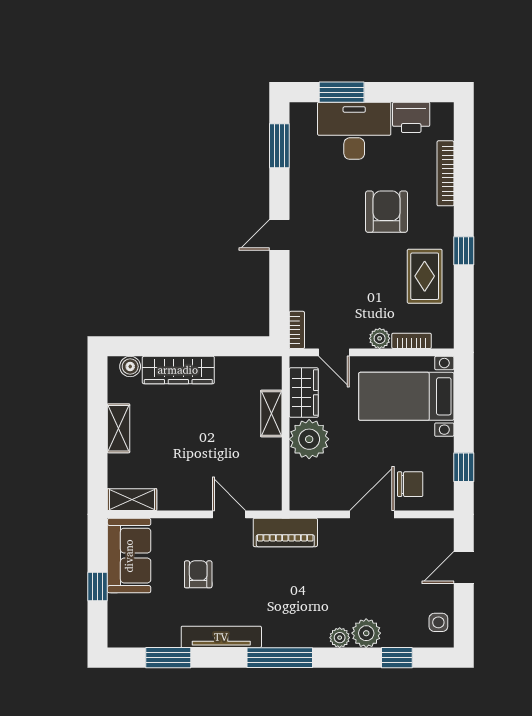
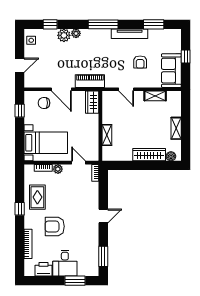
desk: (354, 131) -> (65, 263), width x0.73
armchair: (386, 212) -> (55, 226), turned 90
wardrobe: (304, 393) -> (92, 102), moved
plant: (309, 439) -> (90, 123), removed
shelving: (132, 500) -> (155, 96), moved
door: (372, 514) -> (61, 89), hinge flipped
piano: (285, 532) -> (90, 81), moved

